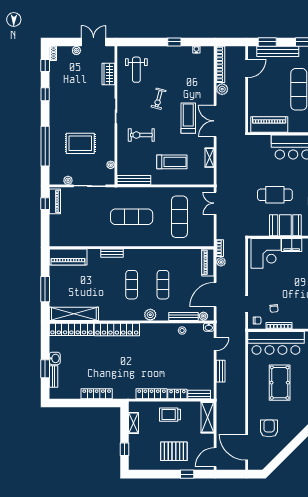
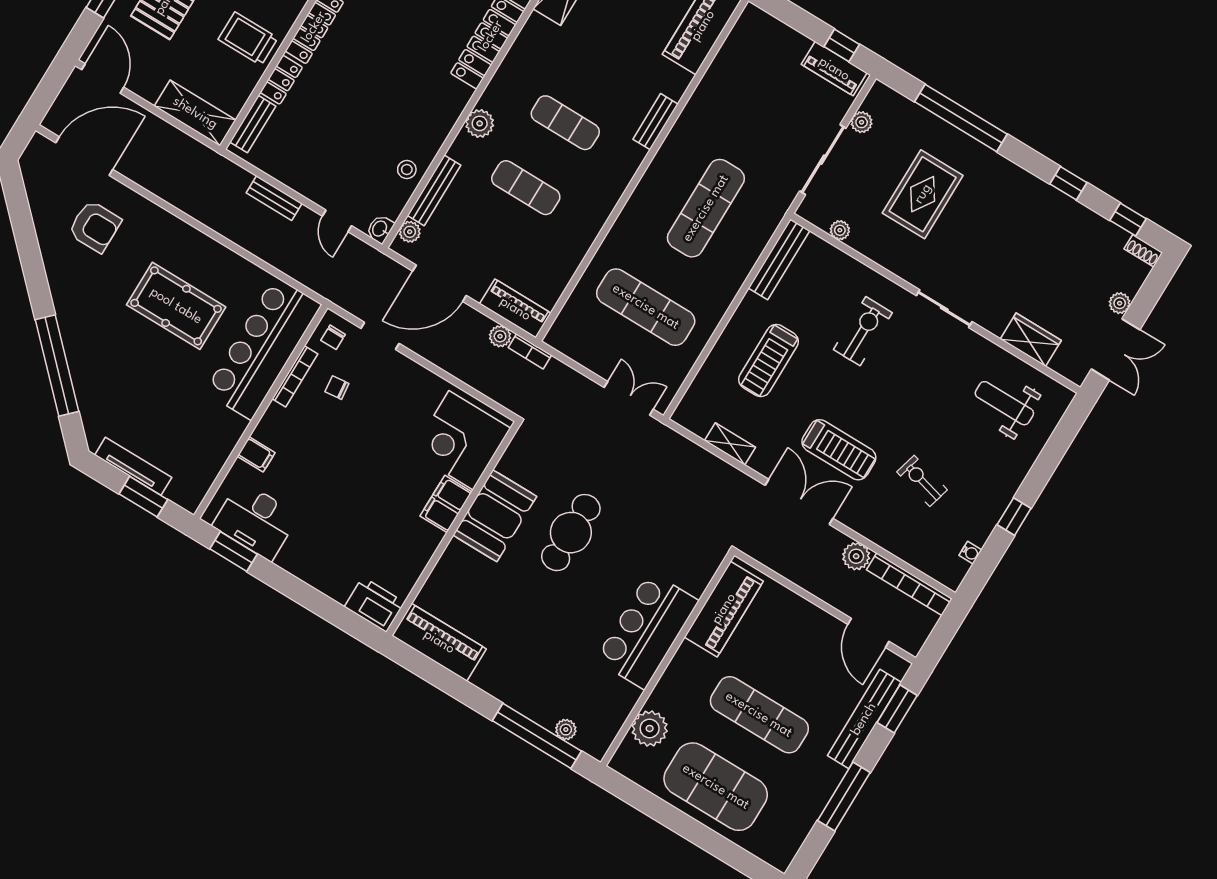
exercise bike: (159, 99) -> (922, 481), moved
door: (215, 295) -> (439, 283), swing flipped
trolley: (170, 415) -> (248, 39), turned -90

